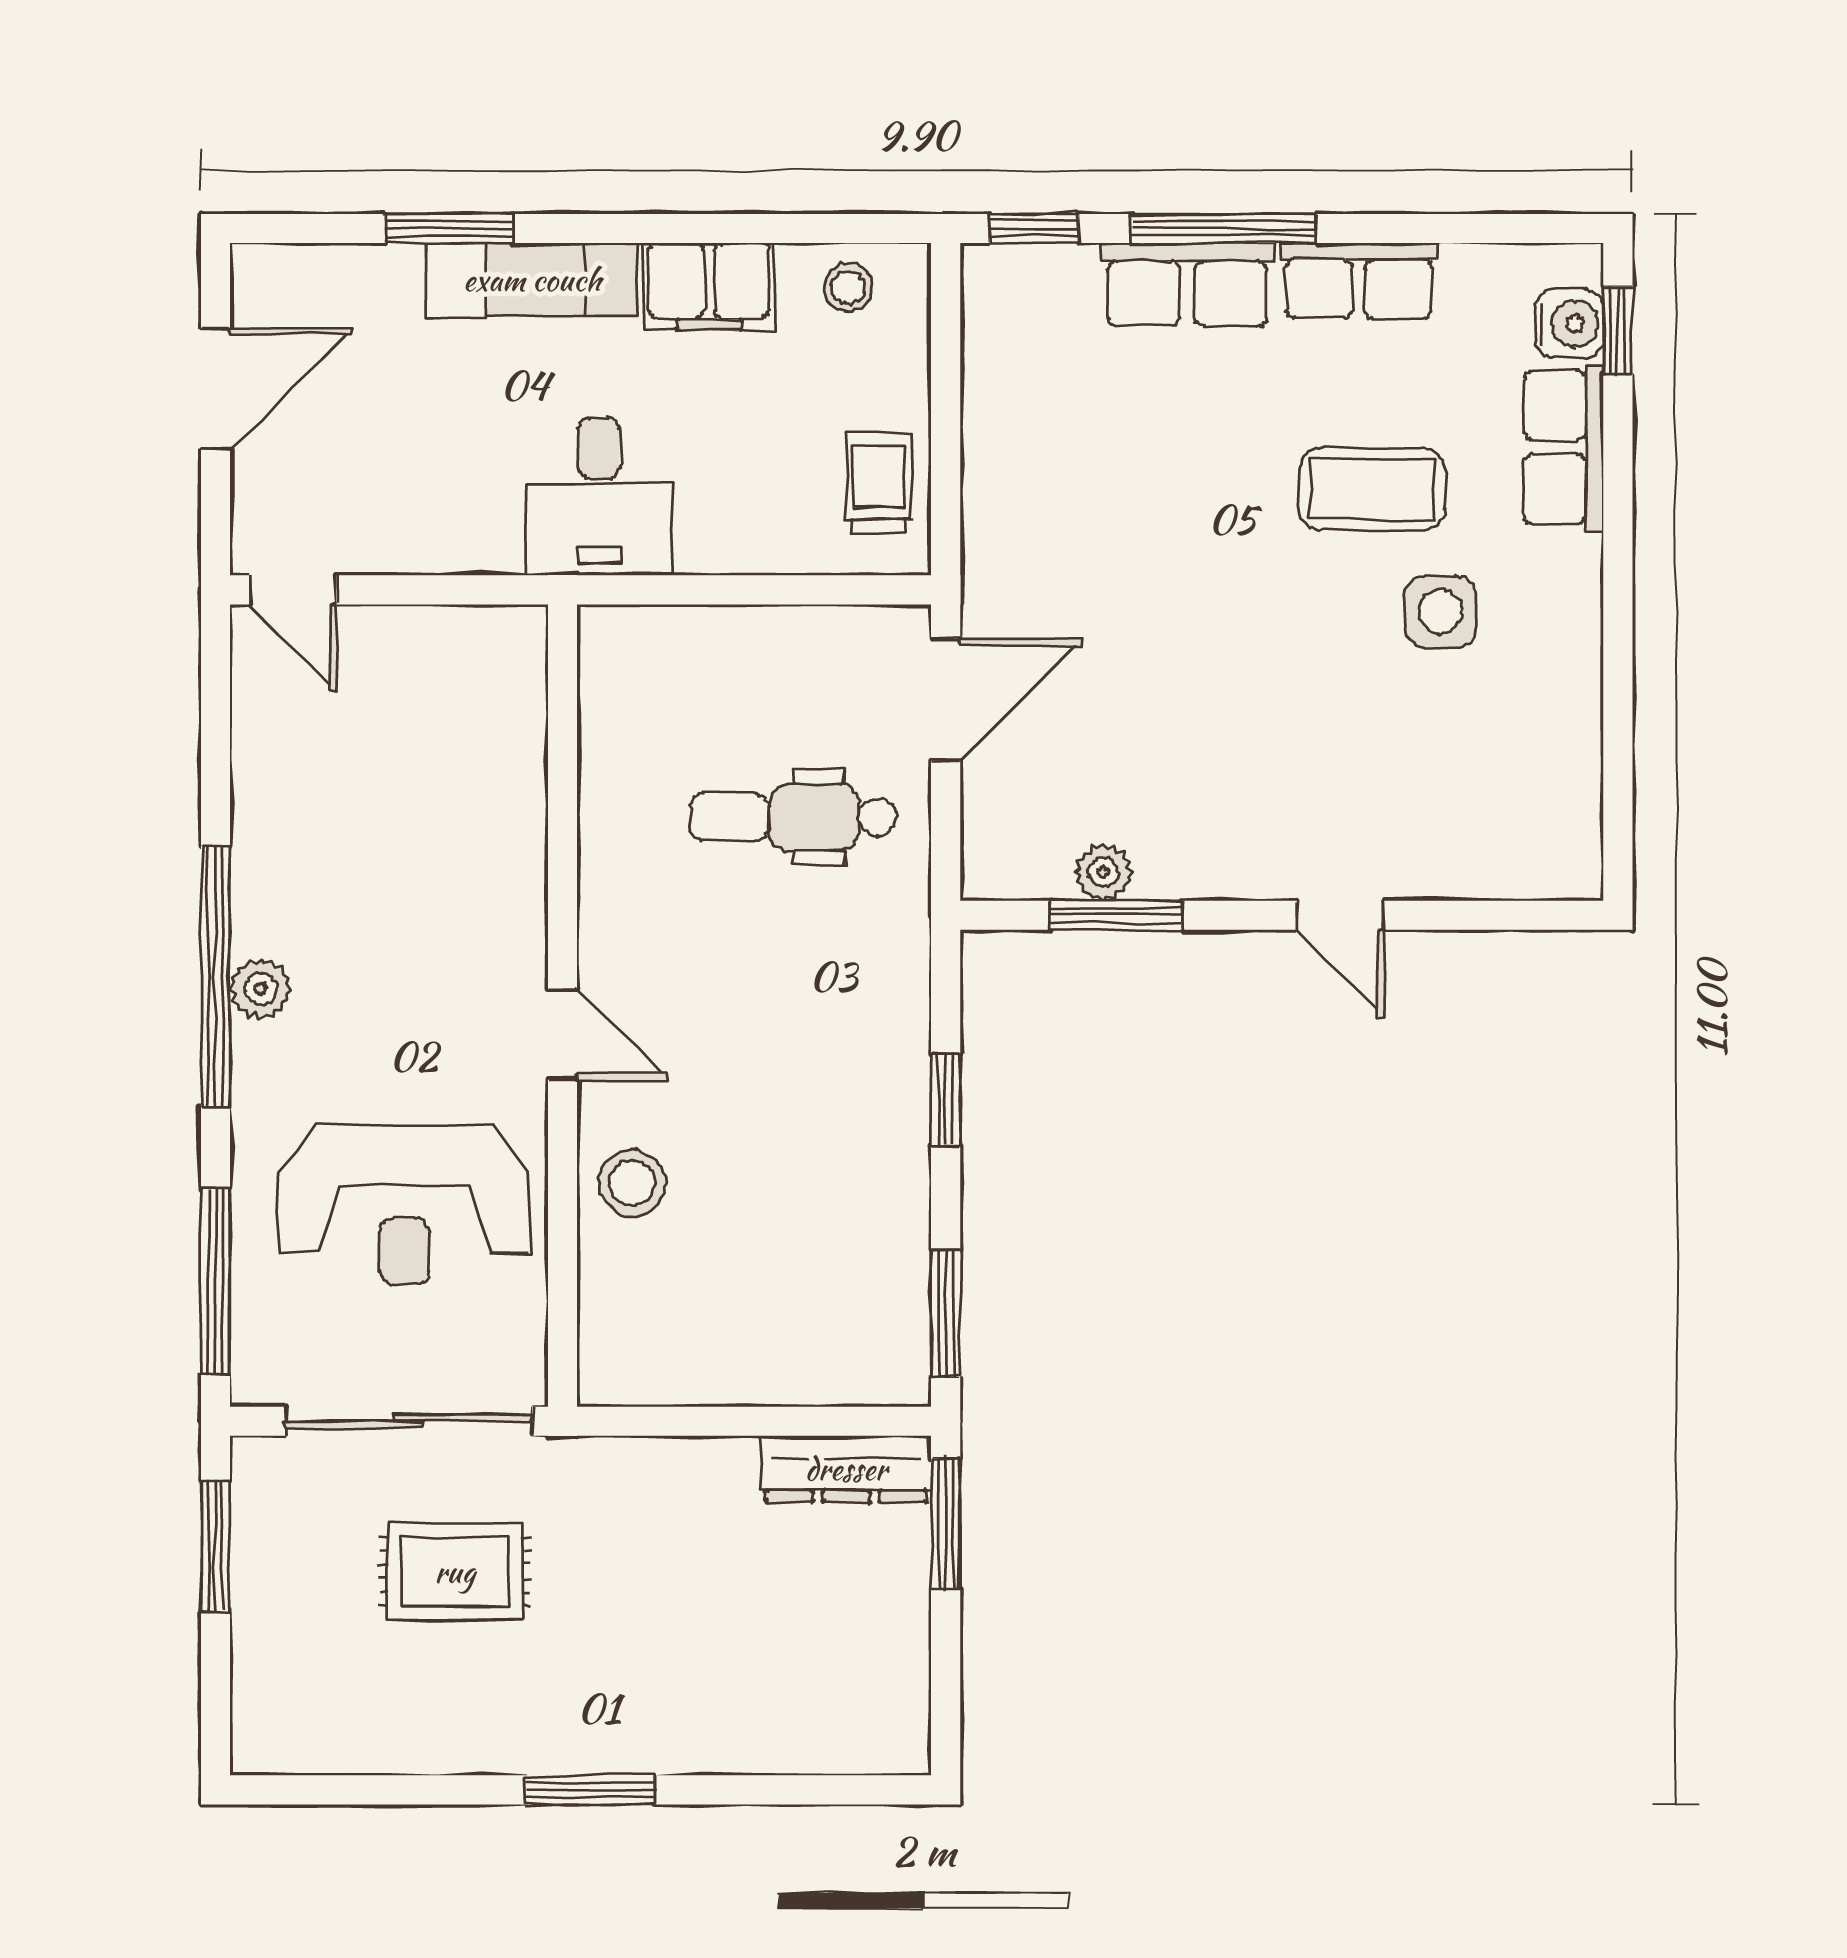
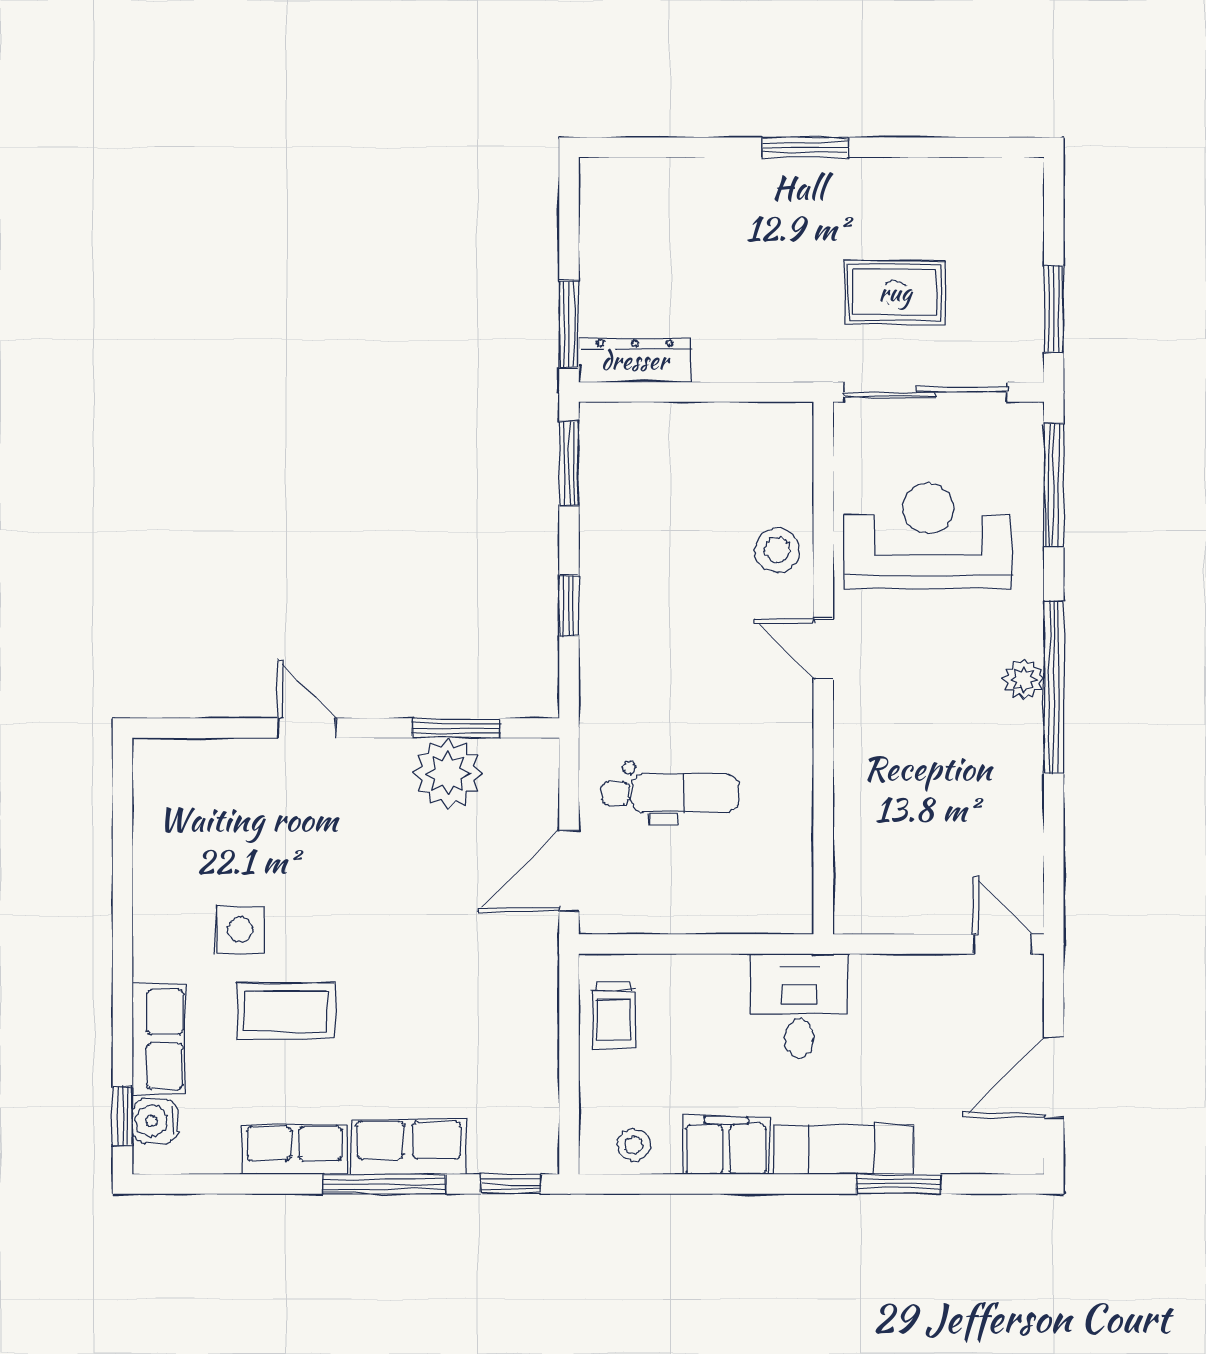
plant: (1103, 872) -> (448, 773), width x1.88, depth x1.88

